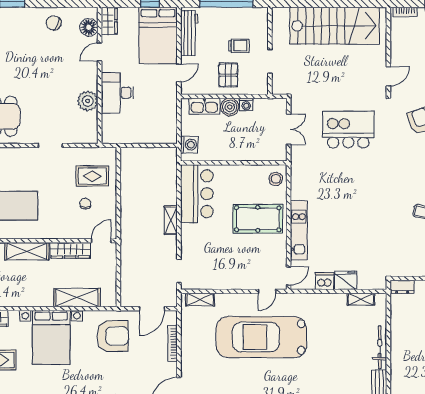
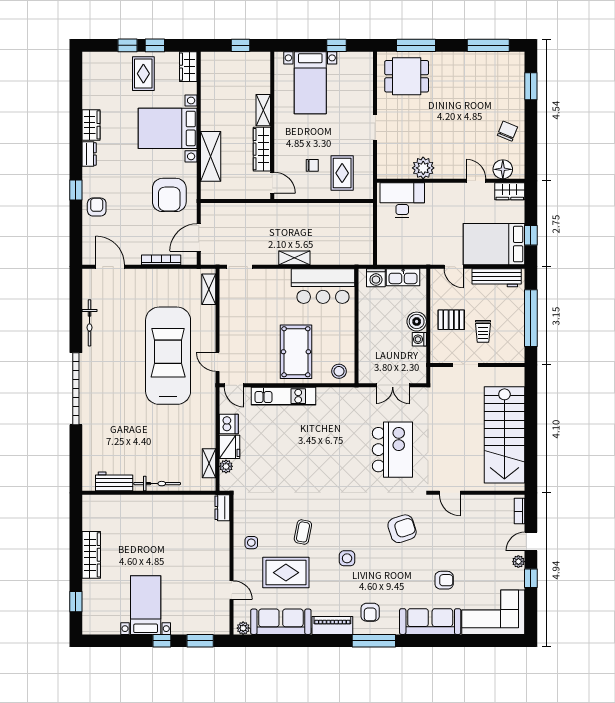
desk: (117, 93) -> (402, 200), moved
kitchen sink: (204, 106) -> (403, 277), moved, turned -90
shelving: (27, 251) -> (263, 110), width x0.67, depth x0.75
plant: (364, 283) -> (226, 466), added
door: (152, 309) -> (199, 238), hinge flipped

